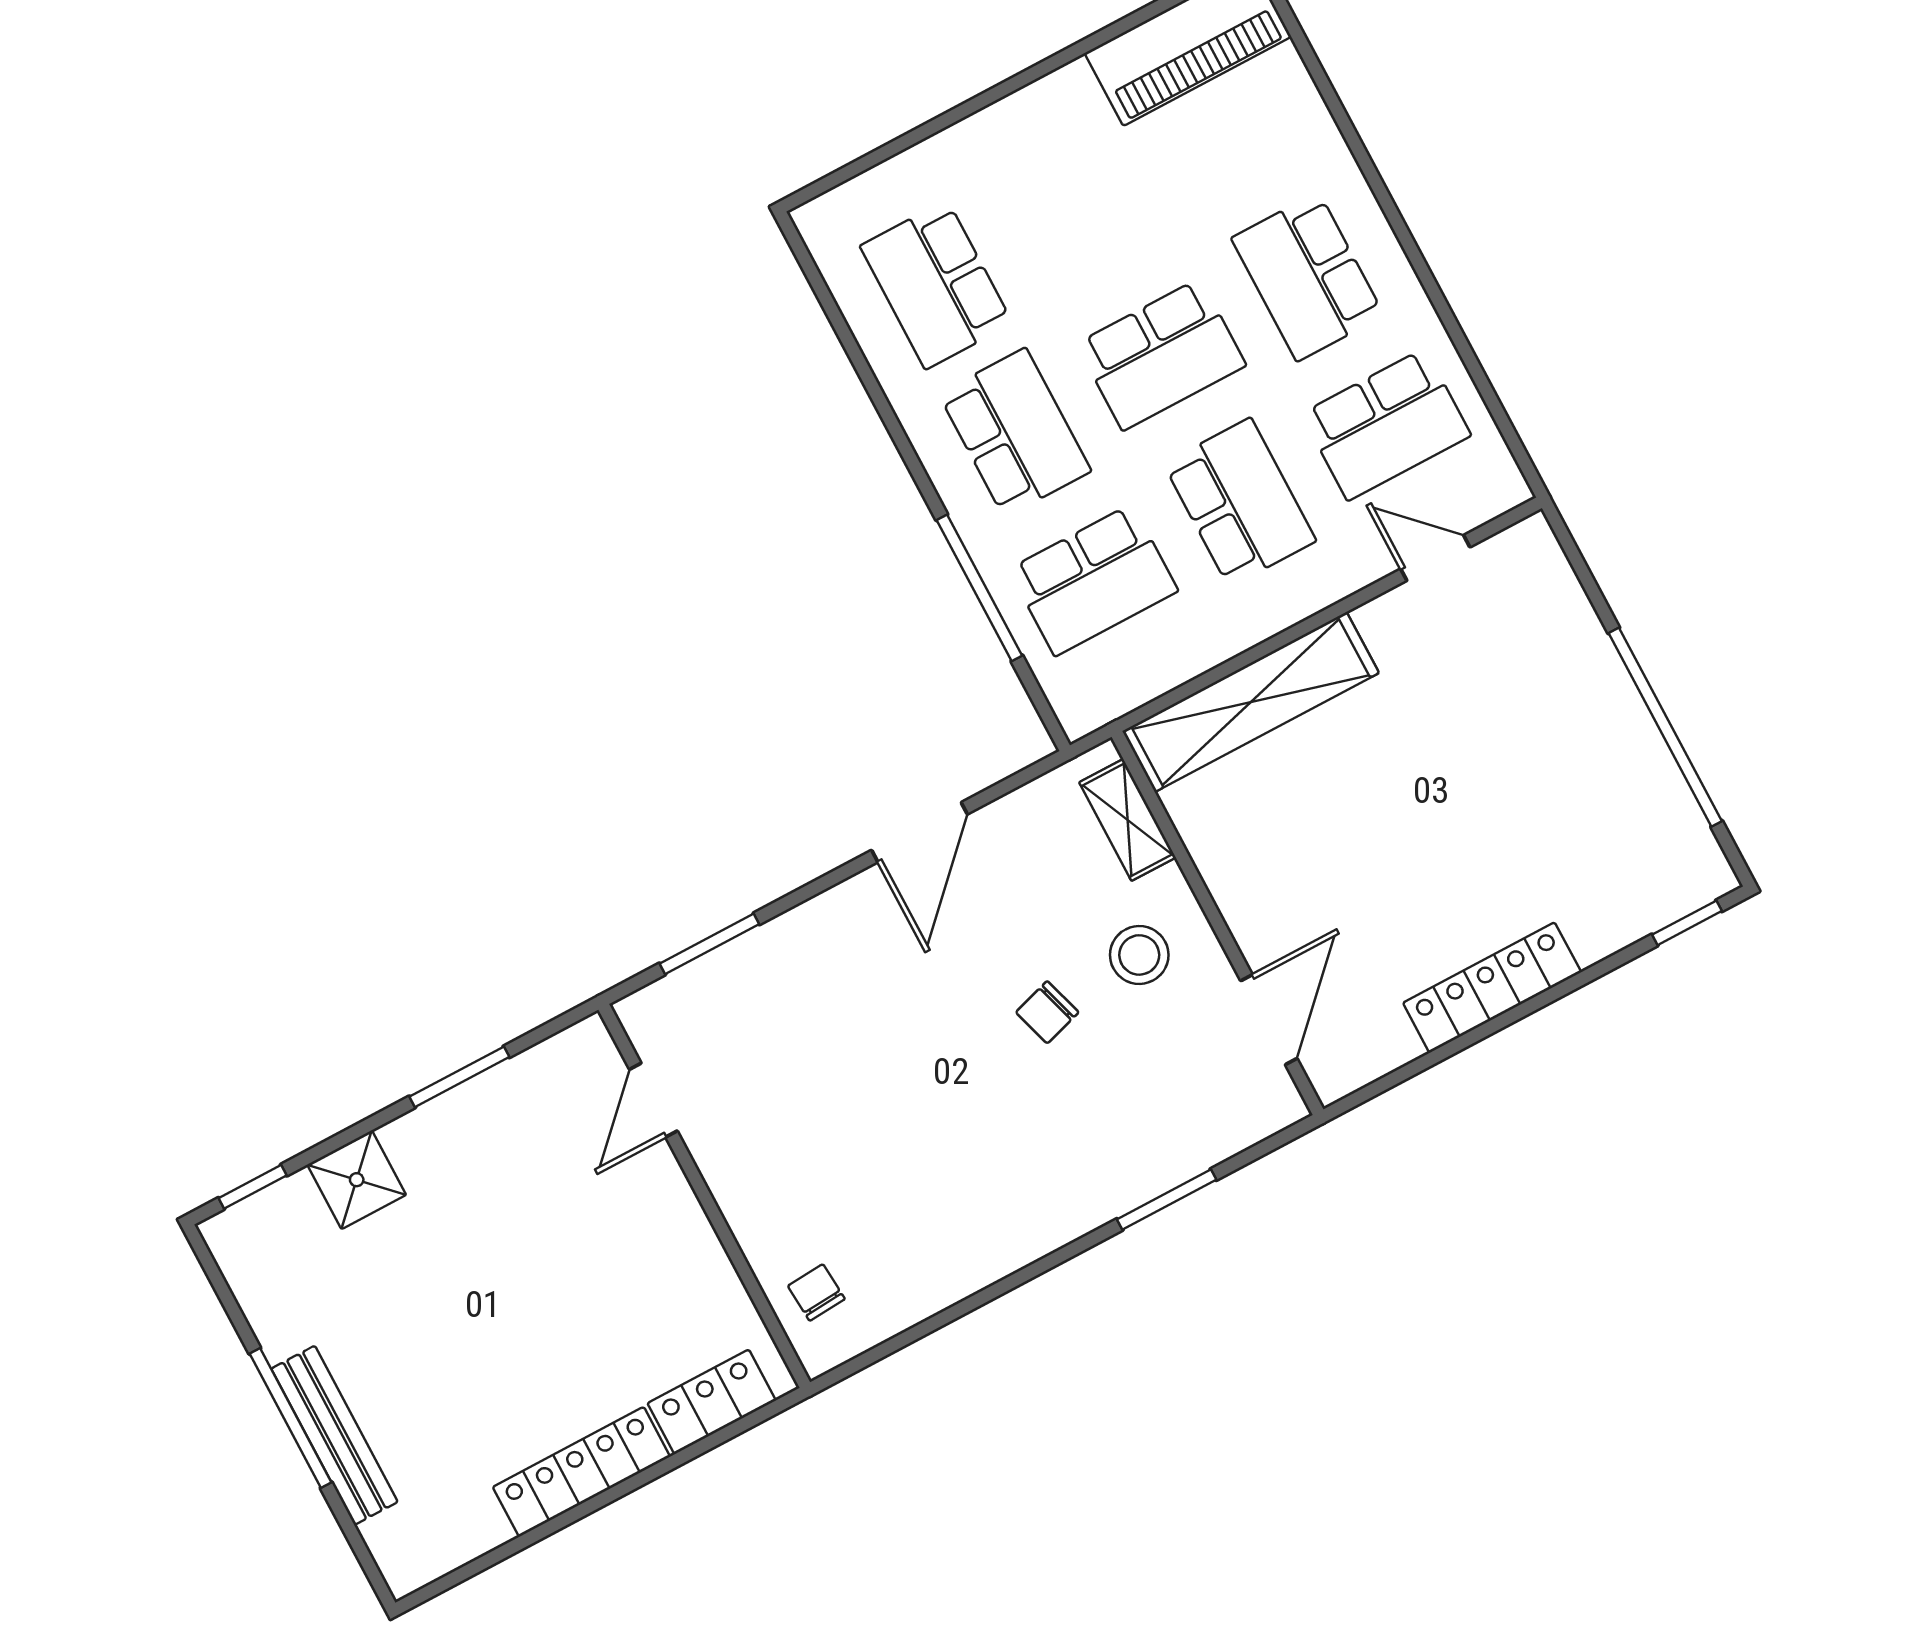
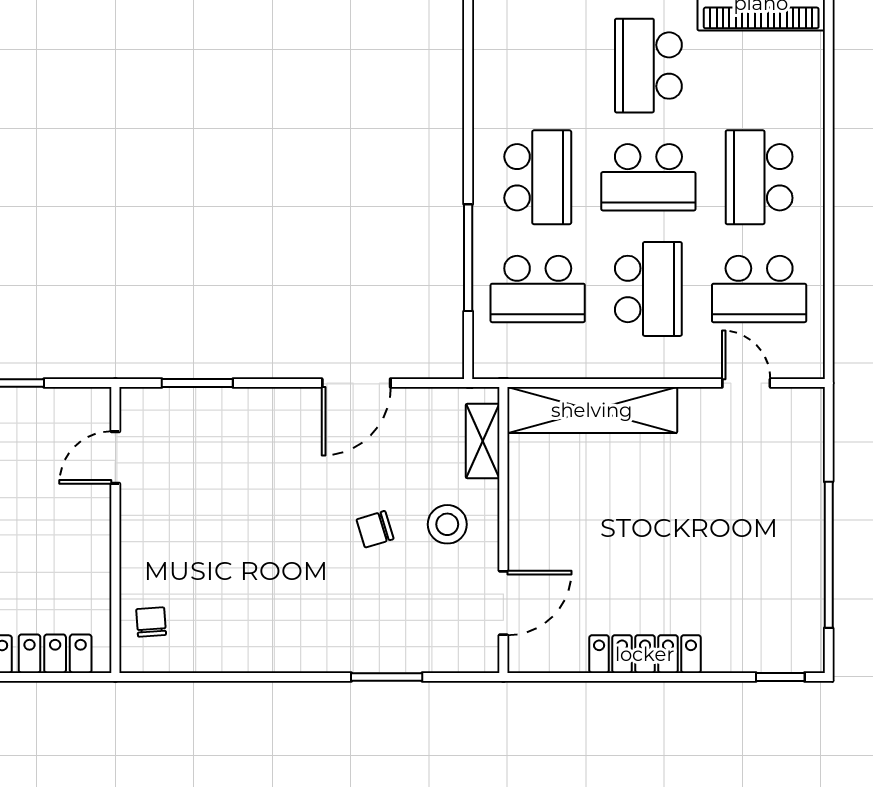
school desk: (936, 285) -> (648, 66), moved

